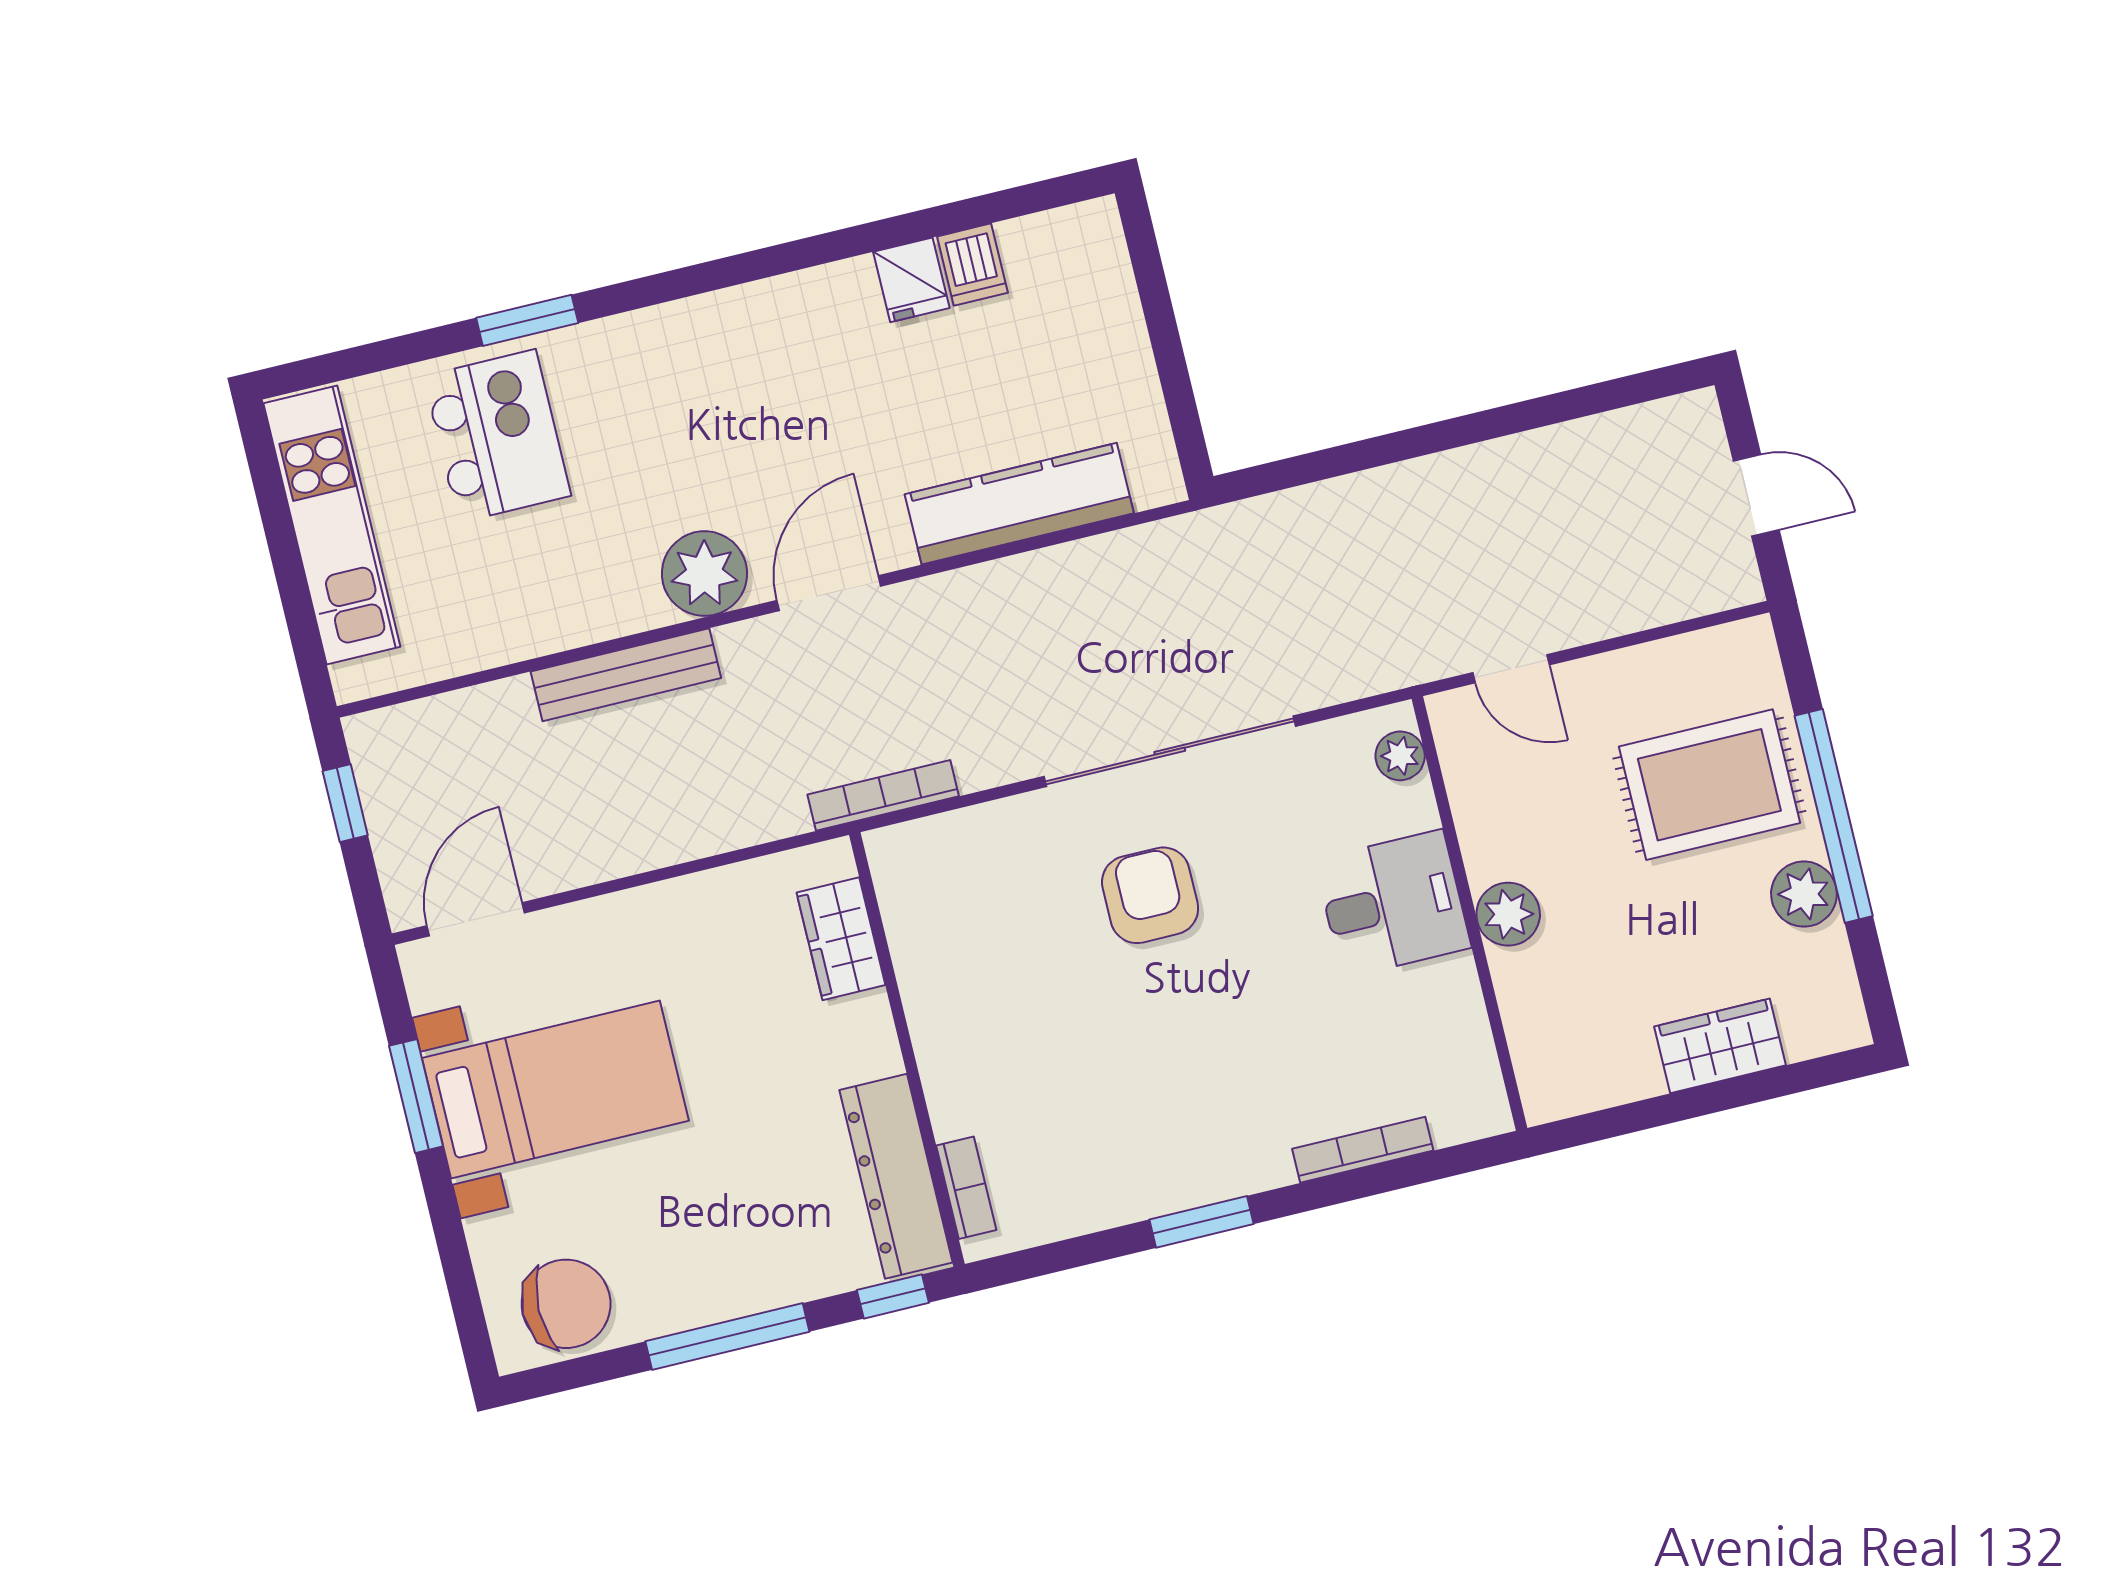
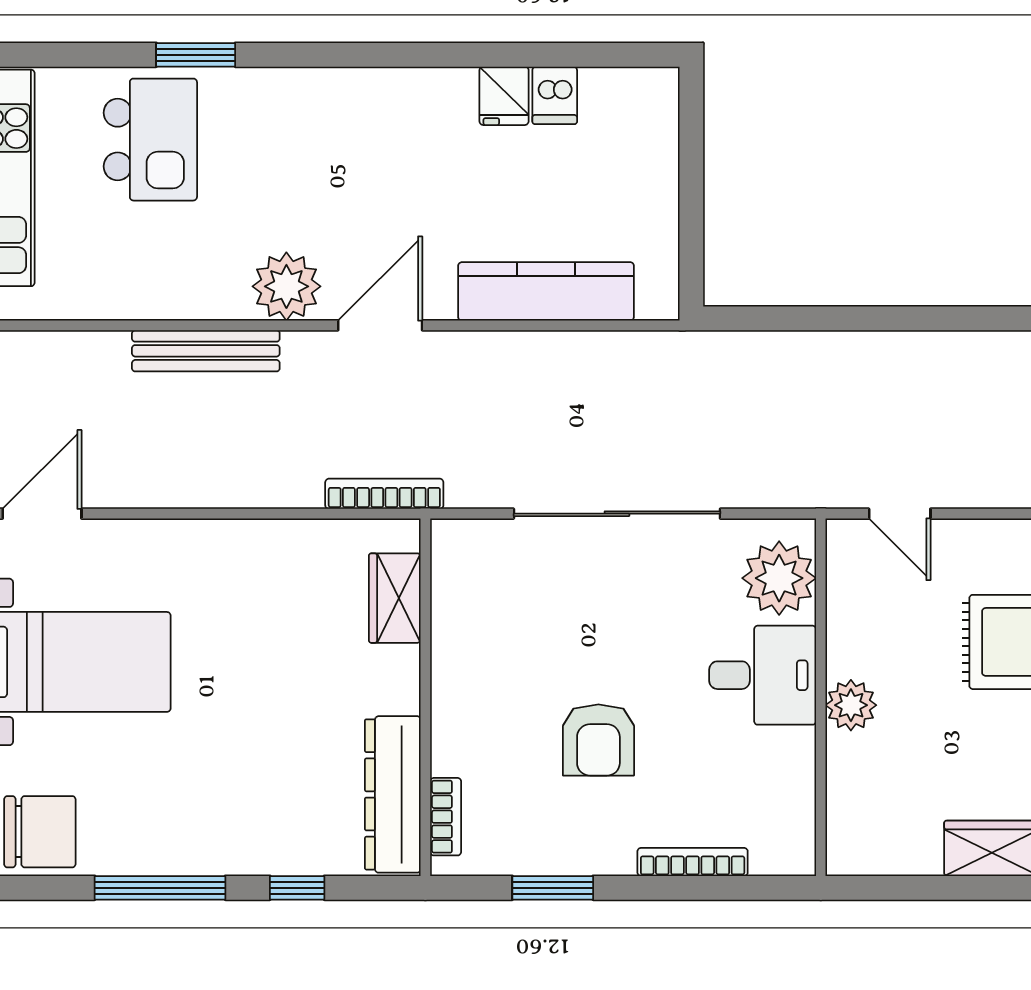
plant: (1400, 756) -> (779, 578), width x1.87, depth x1.87
armchair: (1150, 895) -> (598, 740), moved, turned 180
wardrobe: (841, 939) -> (395, 598), moved
wall: (907, 1049) -> (425, 697), moved
dresser: (896, 1176) -> (393, 794), moved
bookcase: (966, 1188) -> (446, 817), moved

